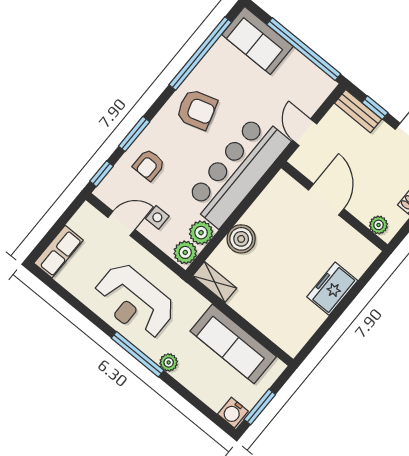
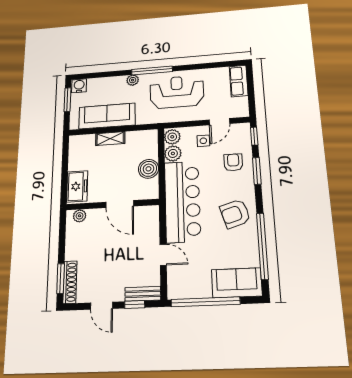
door: (326, 199) -> (120, 204), moved
wall: (334, 206) -> (112, 205), moved
plant: (379, 225) -> (80, 216), moved
shelving: (215, 282) -> (110, 139), moved

